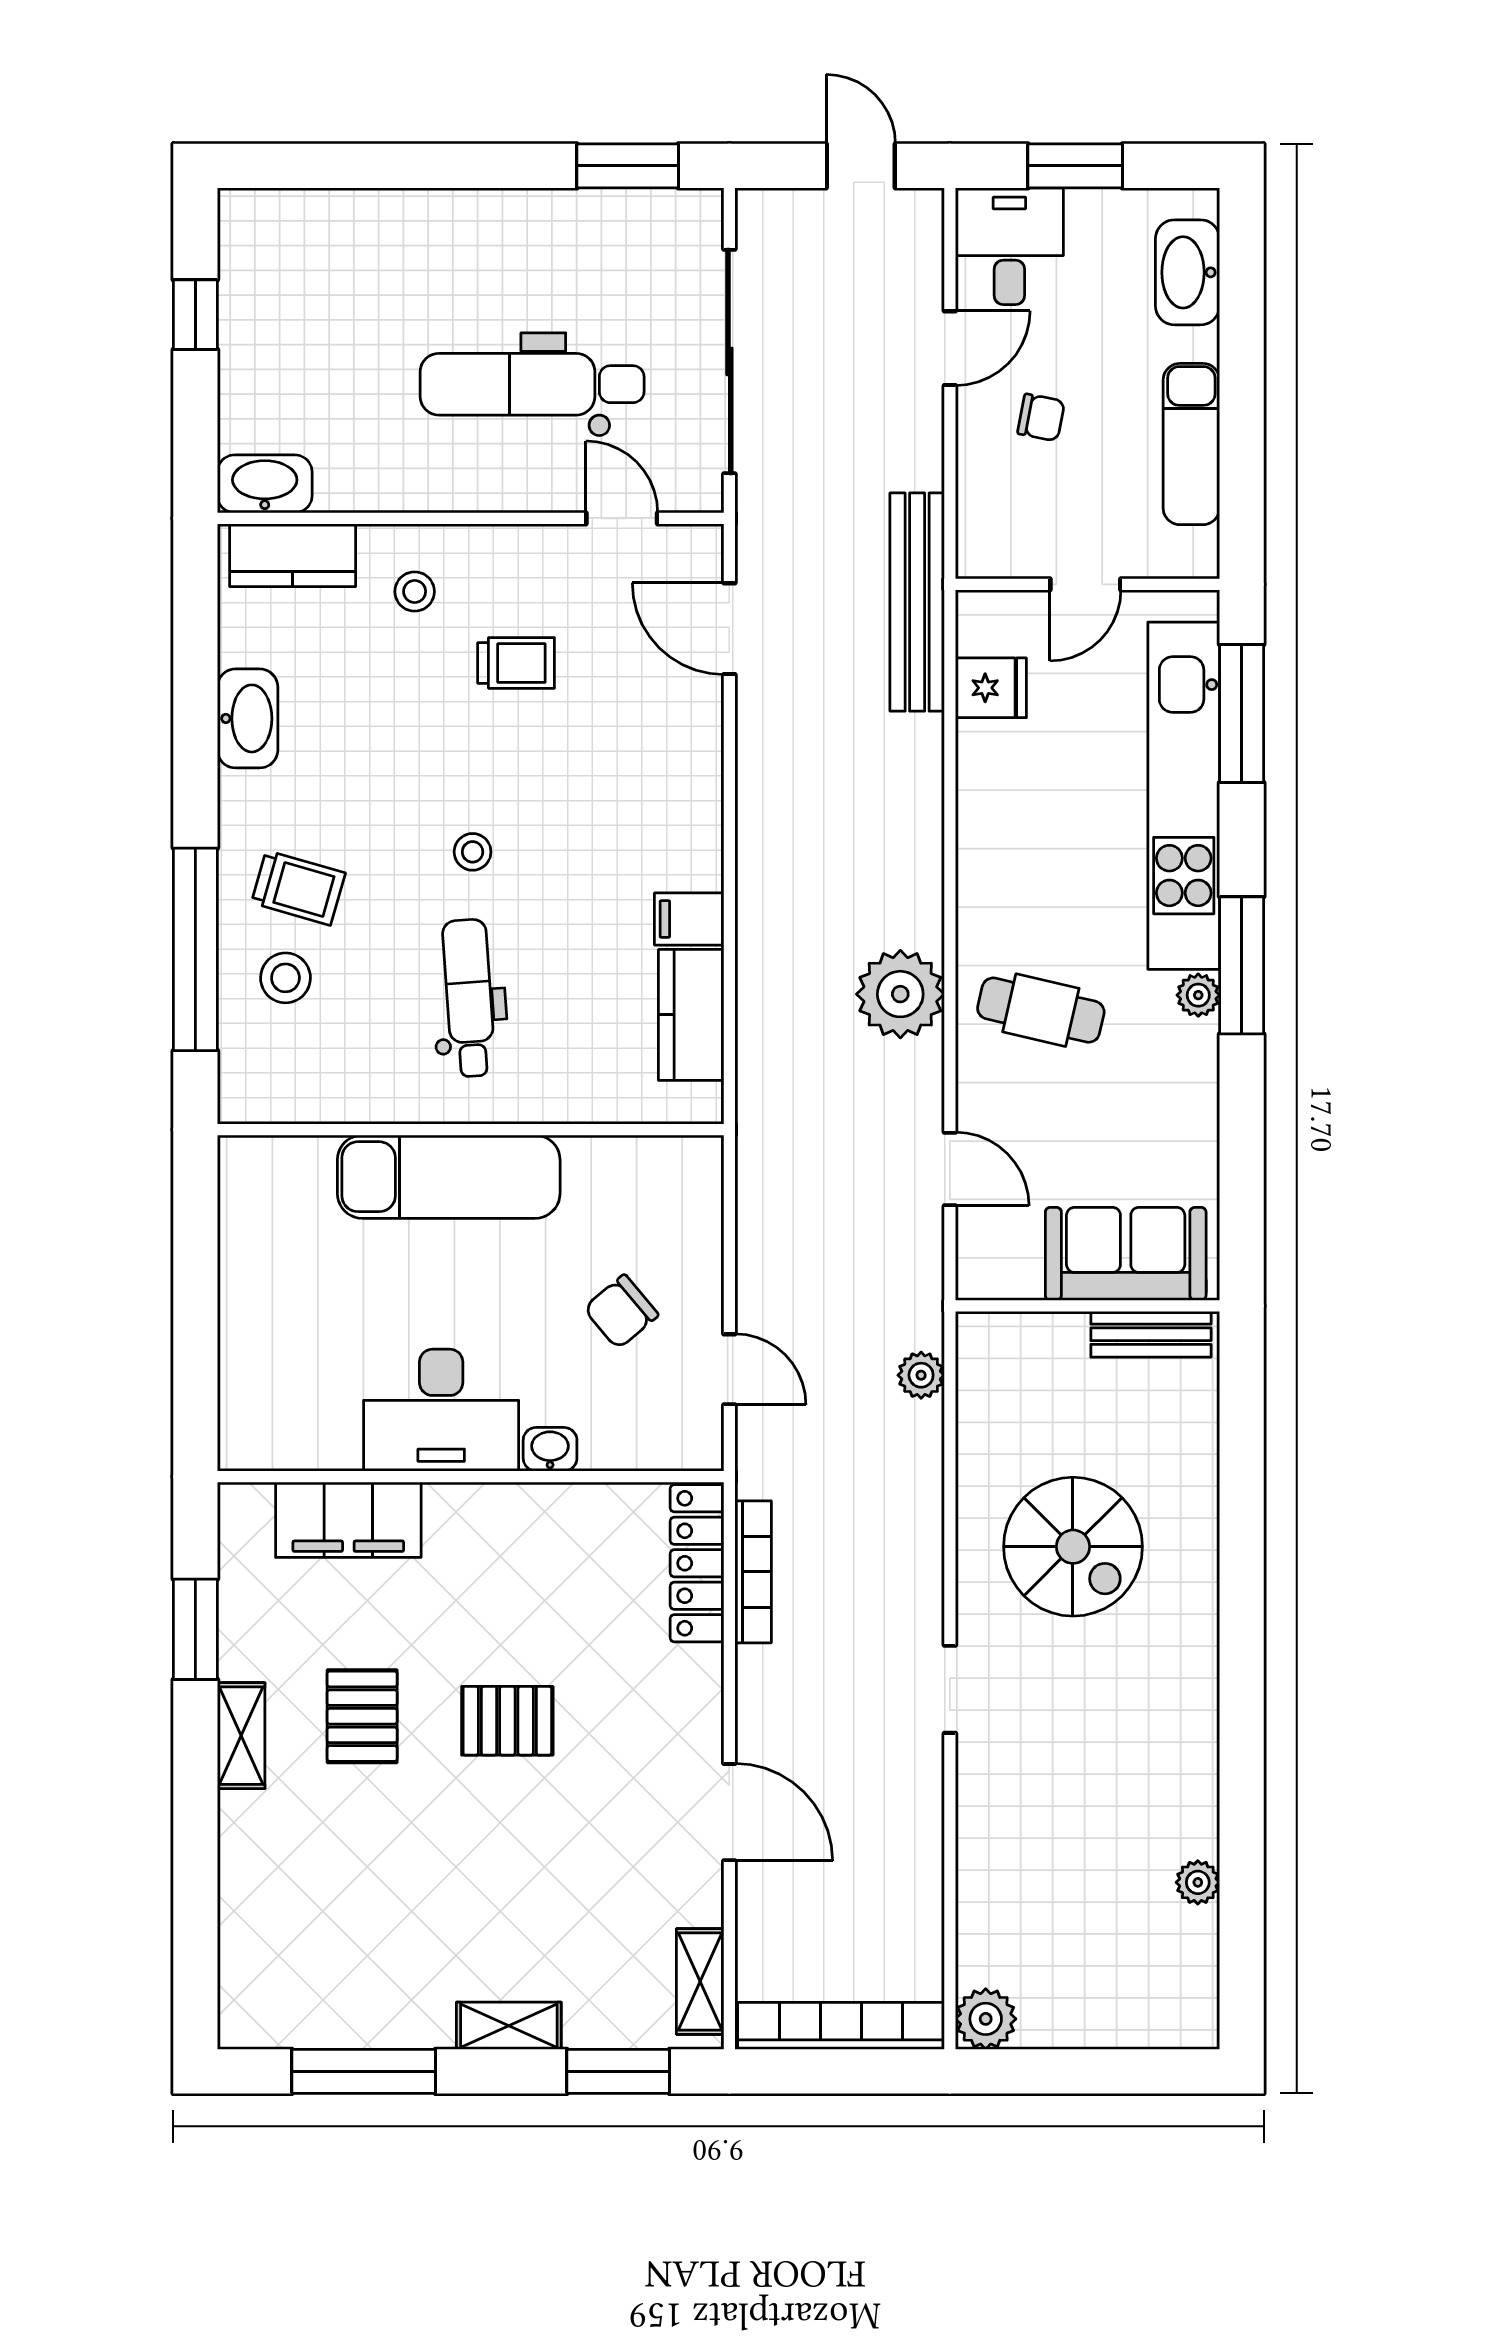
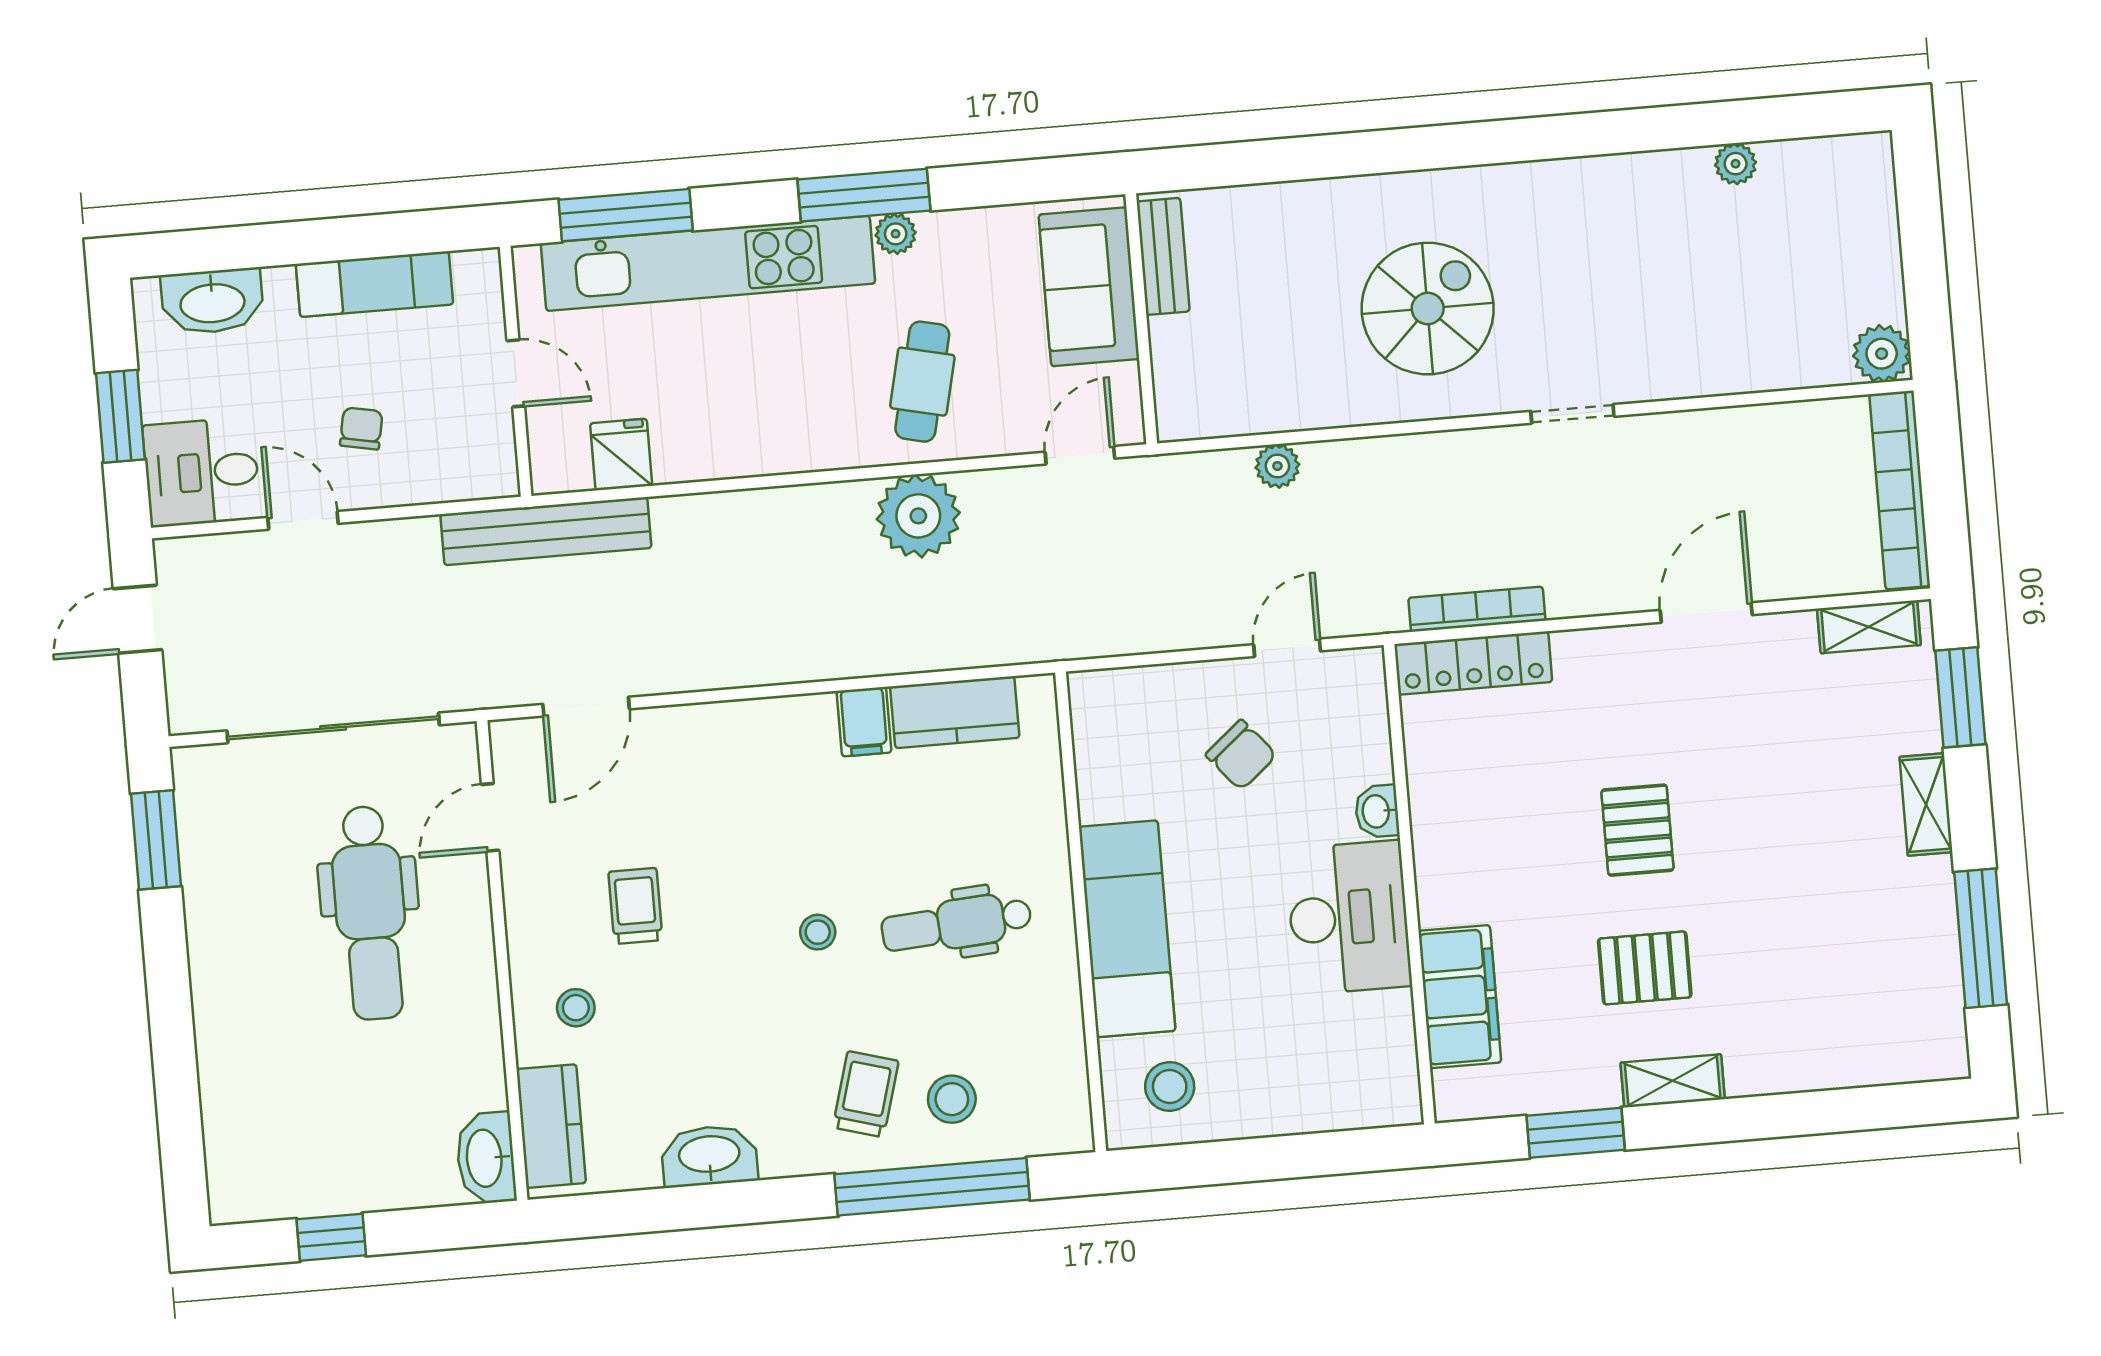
stool: (280, 1207) -> (1170, 1086), added
sofa: (1126, 1254) -> (1089, 287), moved
wall: (1087, 1306) -> (1141, 319), moved
bench: (1151, 1334) -> (1163, 256), moved

